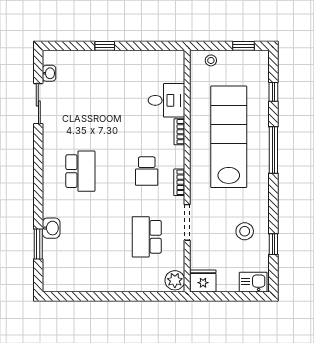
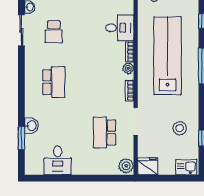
plant: (177, 153) -> (128, 68), added
school desk: (147, 171) -> (54, 32), moved
desk: (85, 273) -> (58, 160), added

